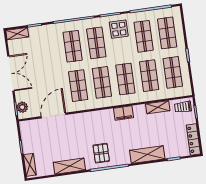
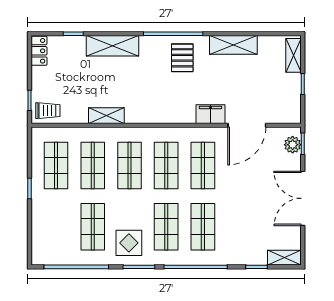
shop shelf: (167, 33) -> (56, 227), removed
shelving: (158, 107) -> (106, 116), moved
filing cabinet: (123, 113) -> (210, 114), moved
locker: (193, 139) -> (39, 51), width x0.66

